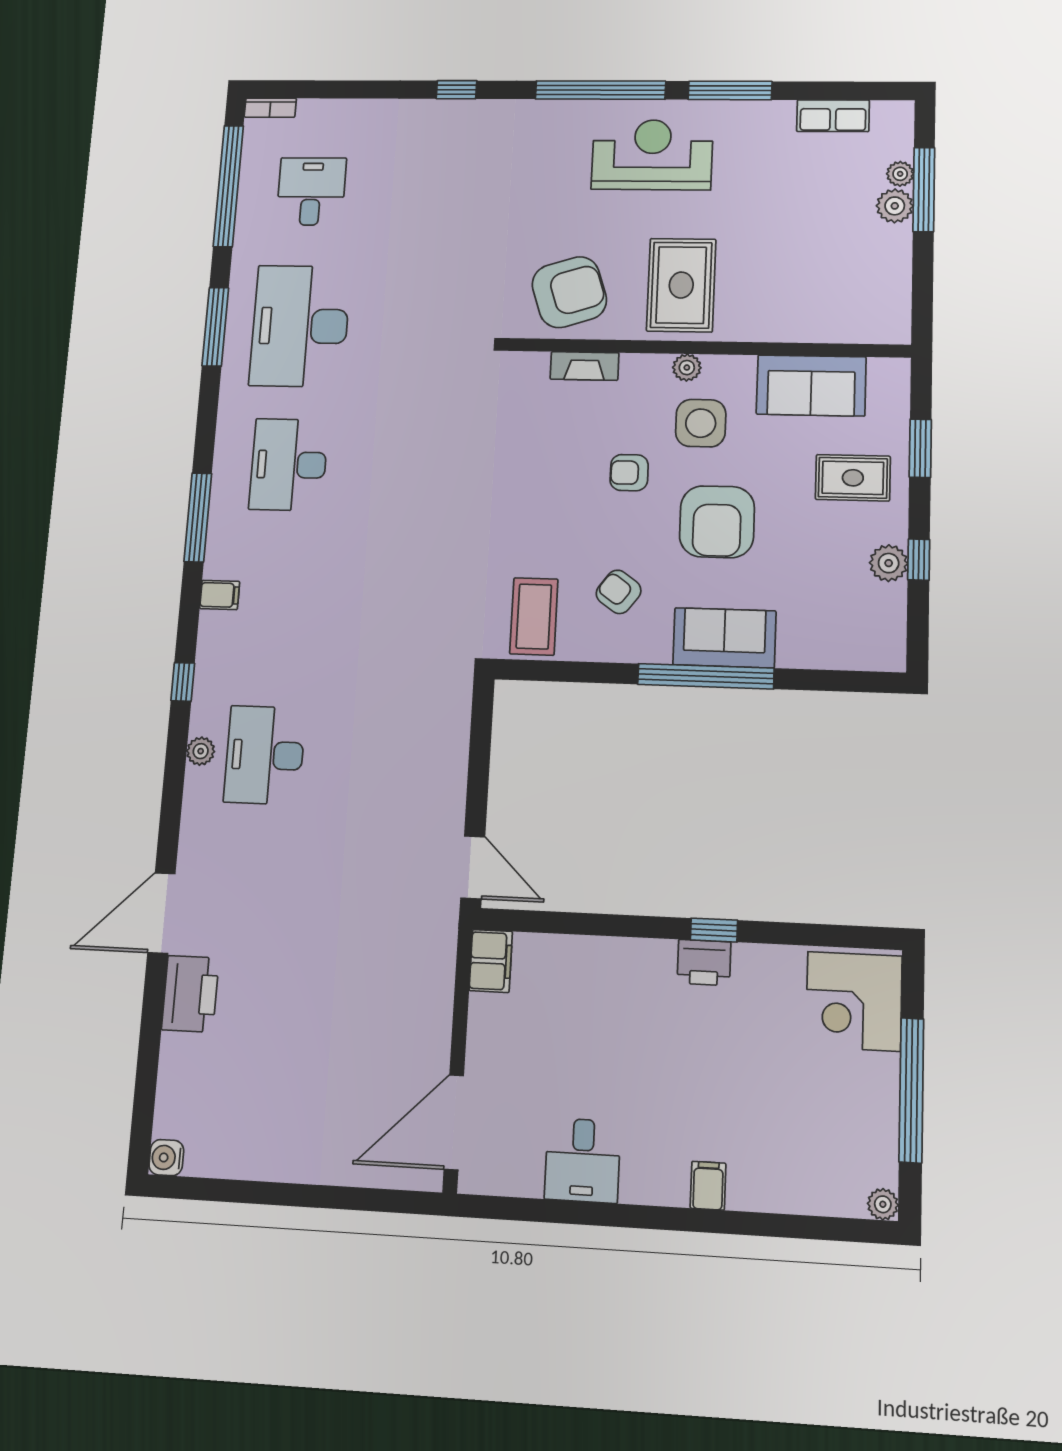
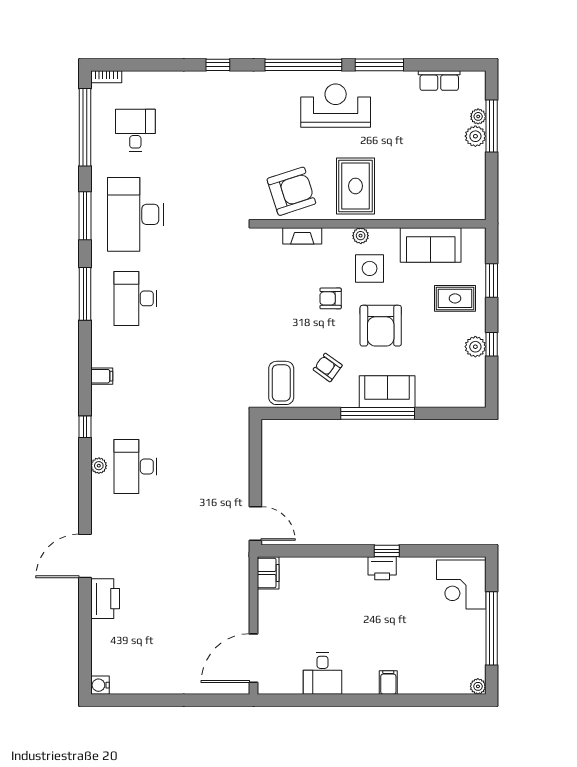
window: (198, 517) -> (85, 294), moved

